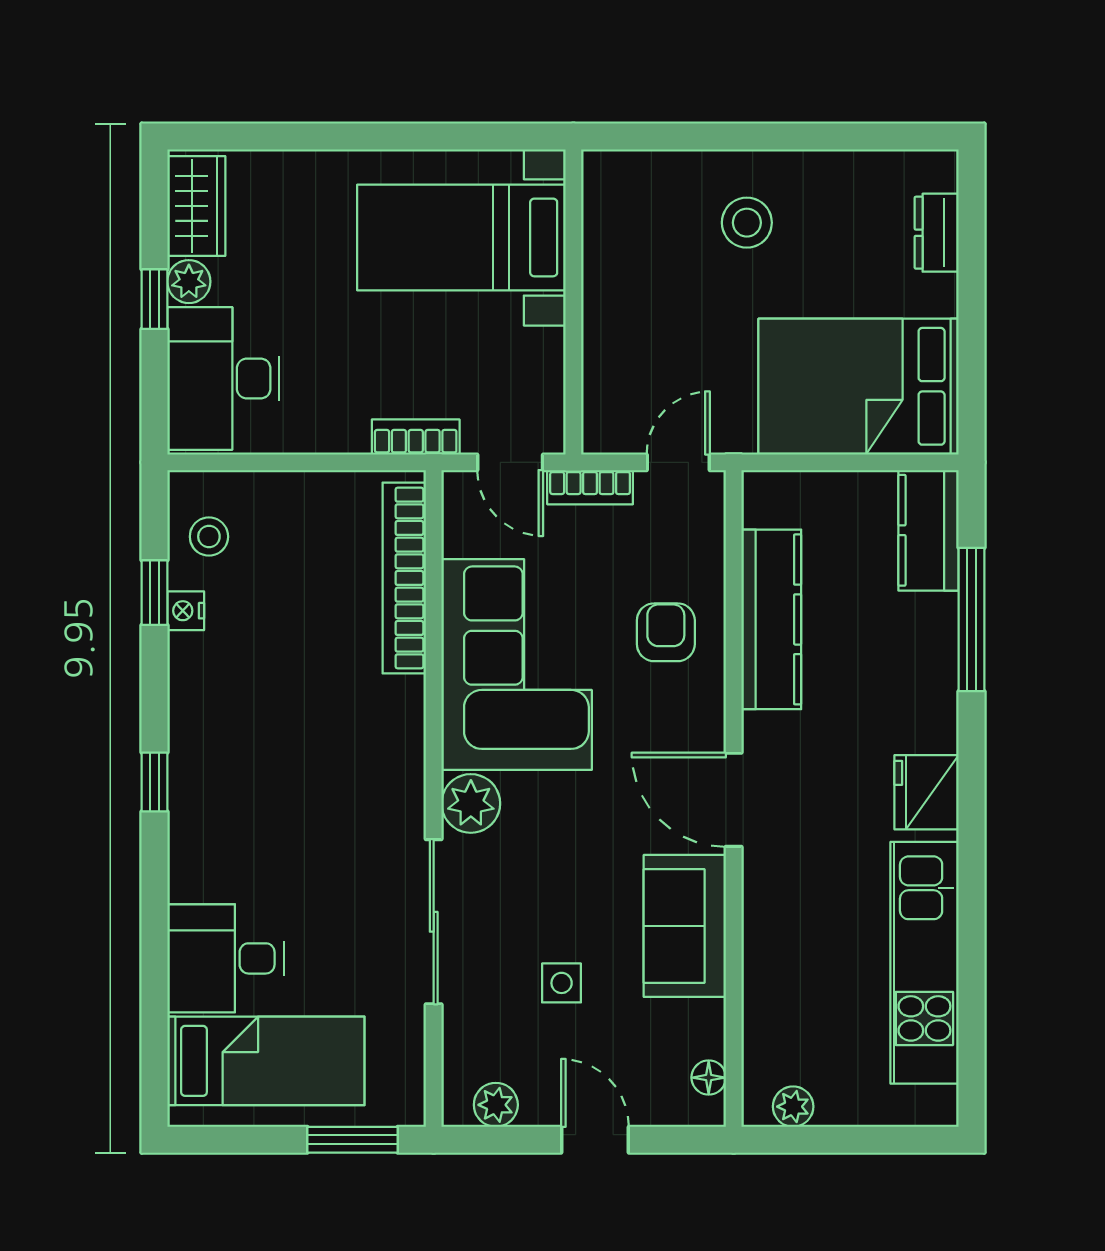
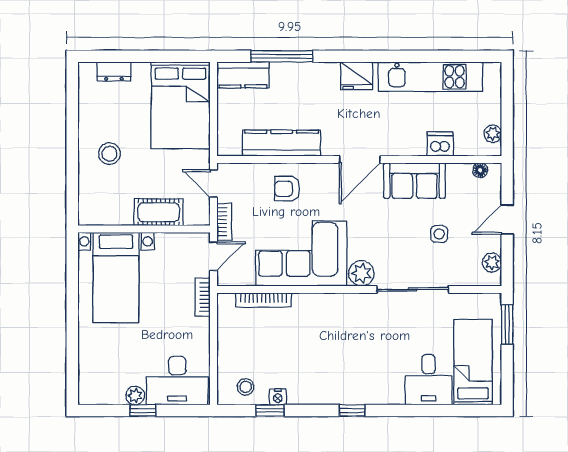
wardrobe: (196, 206) -> (102, 392), removed
cot: (612, 336) -> (159, 212), added
bookcase: (404, 578) -> (264, 300), width x0.68, depth x0.76
dishwasher: (769, 985) -> (440, 144), added

